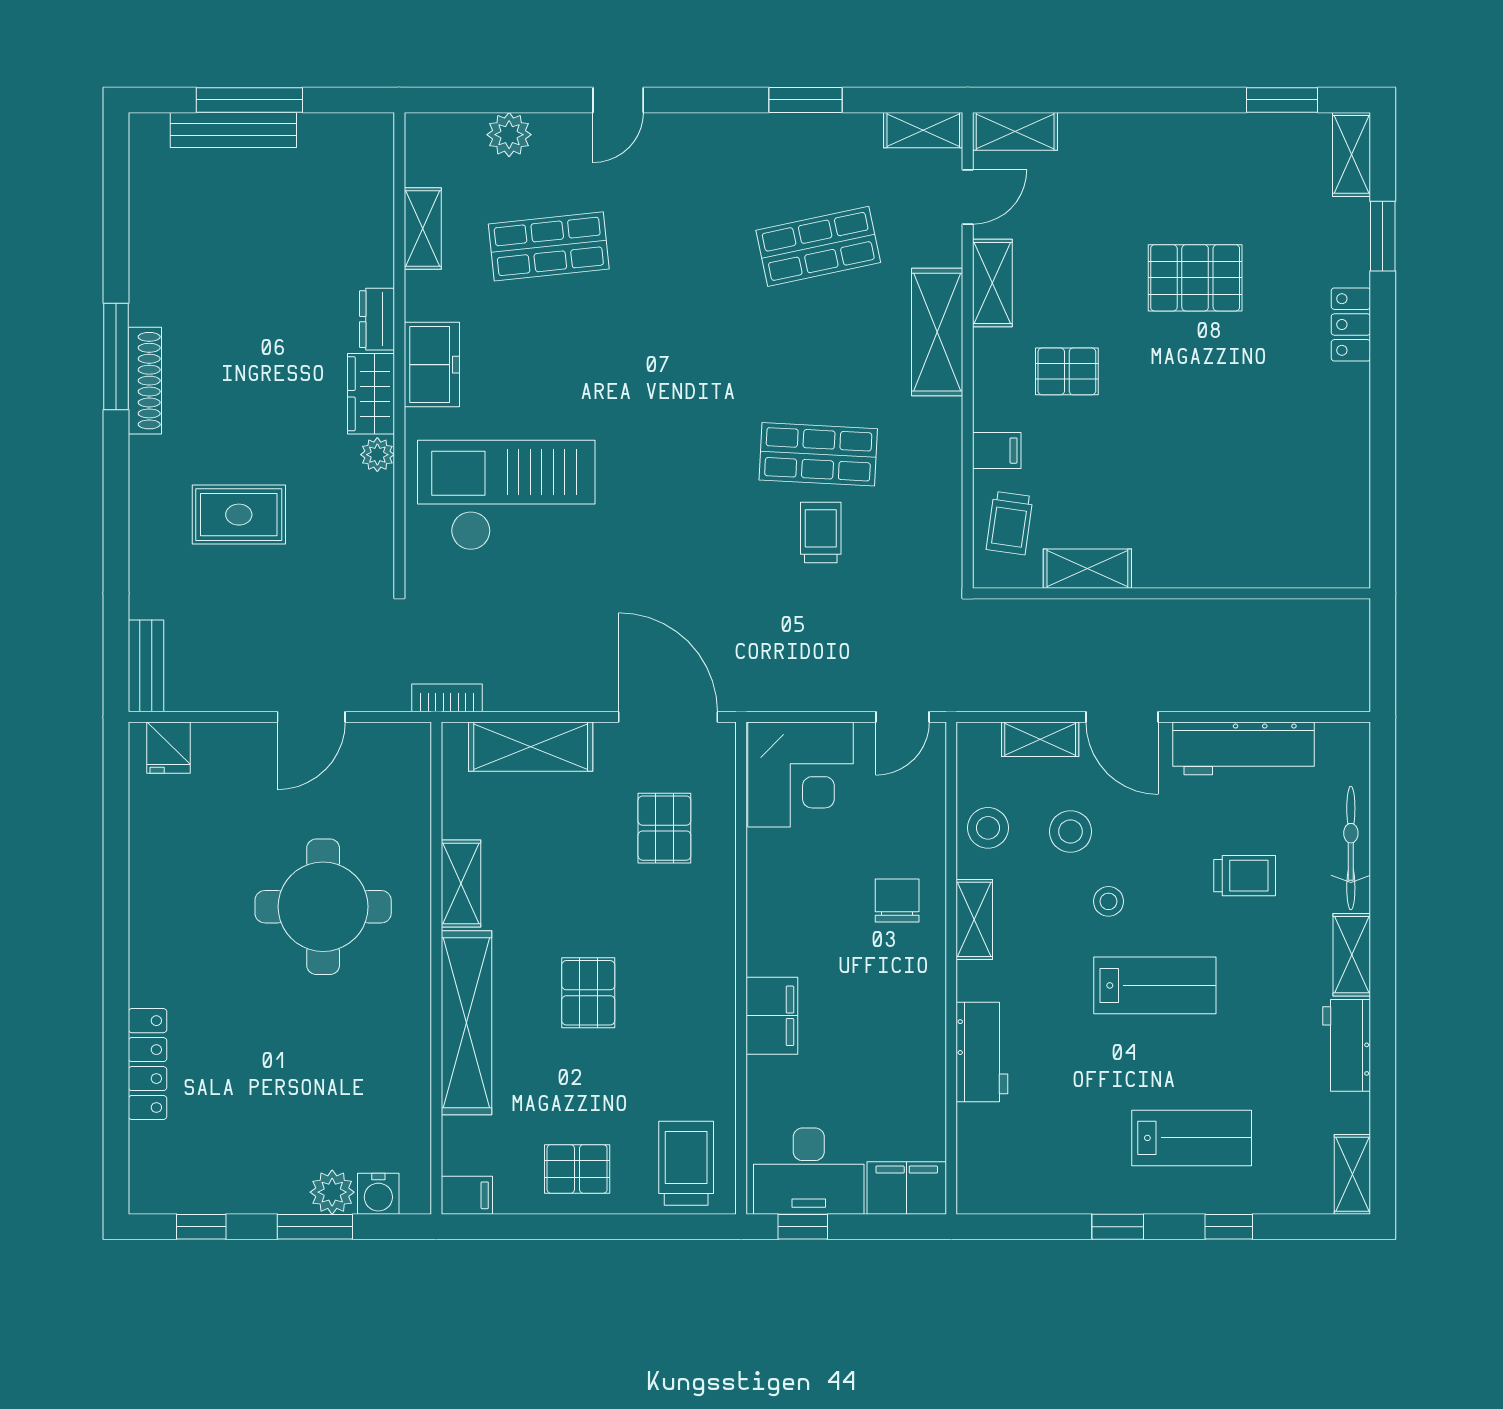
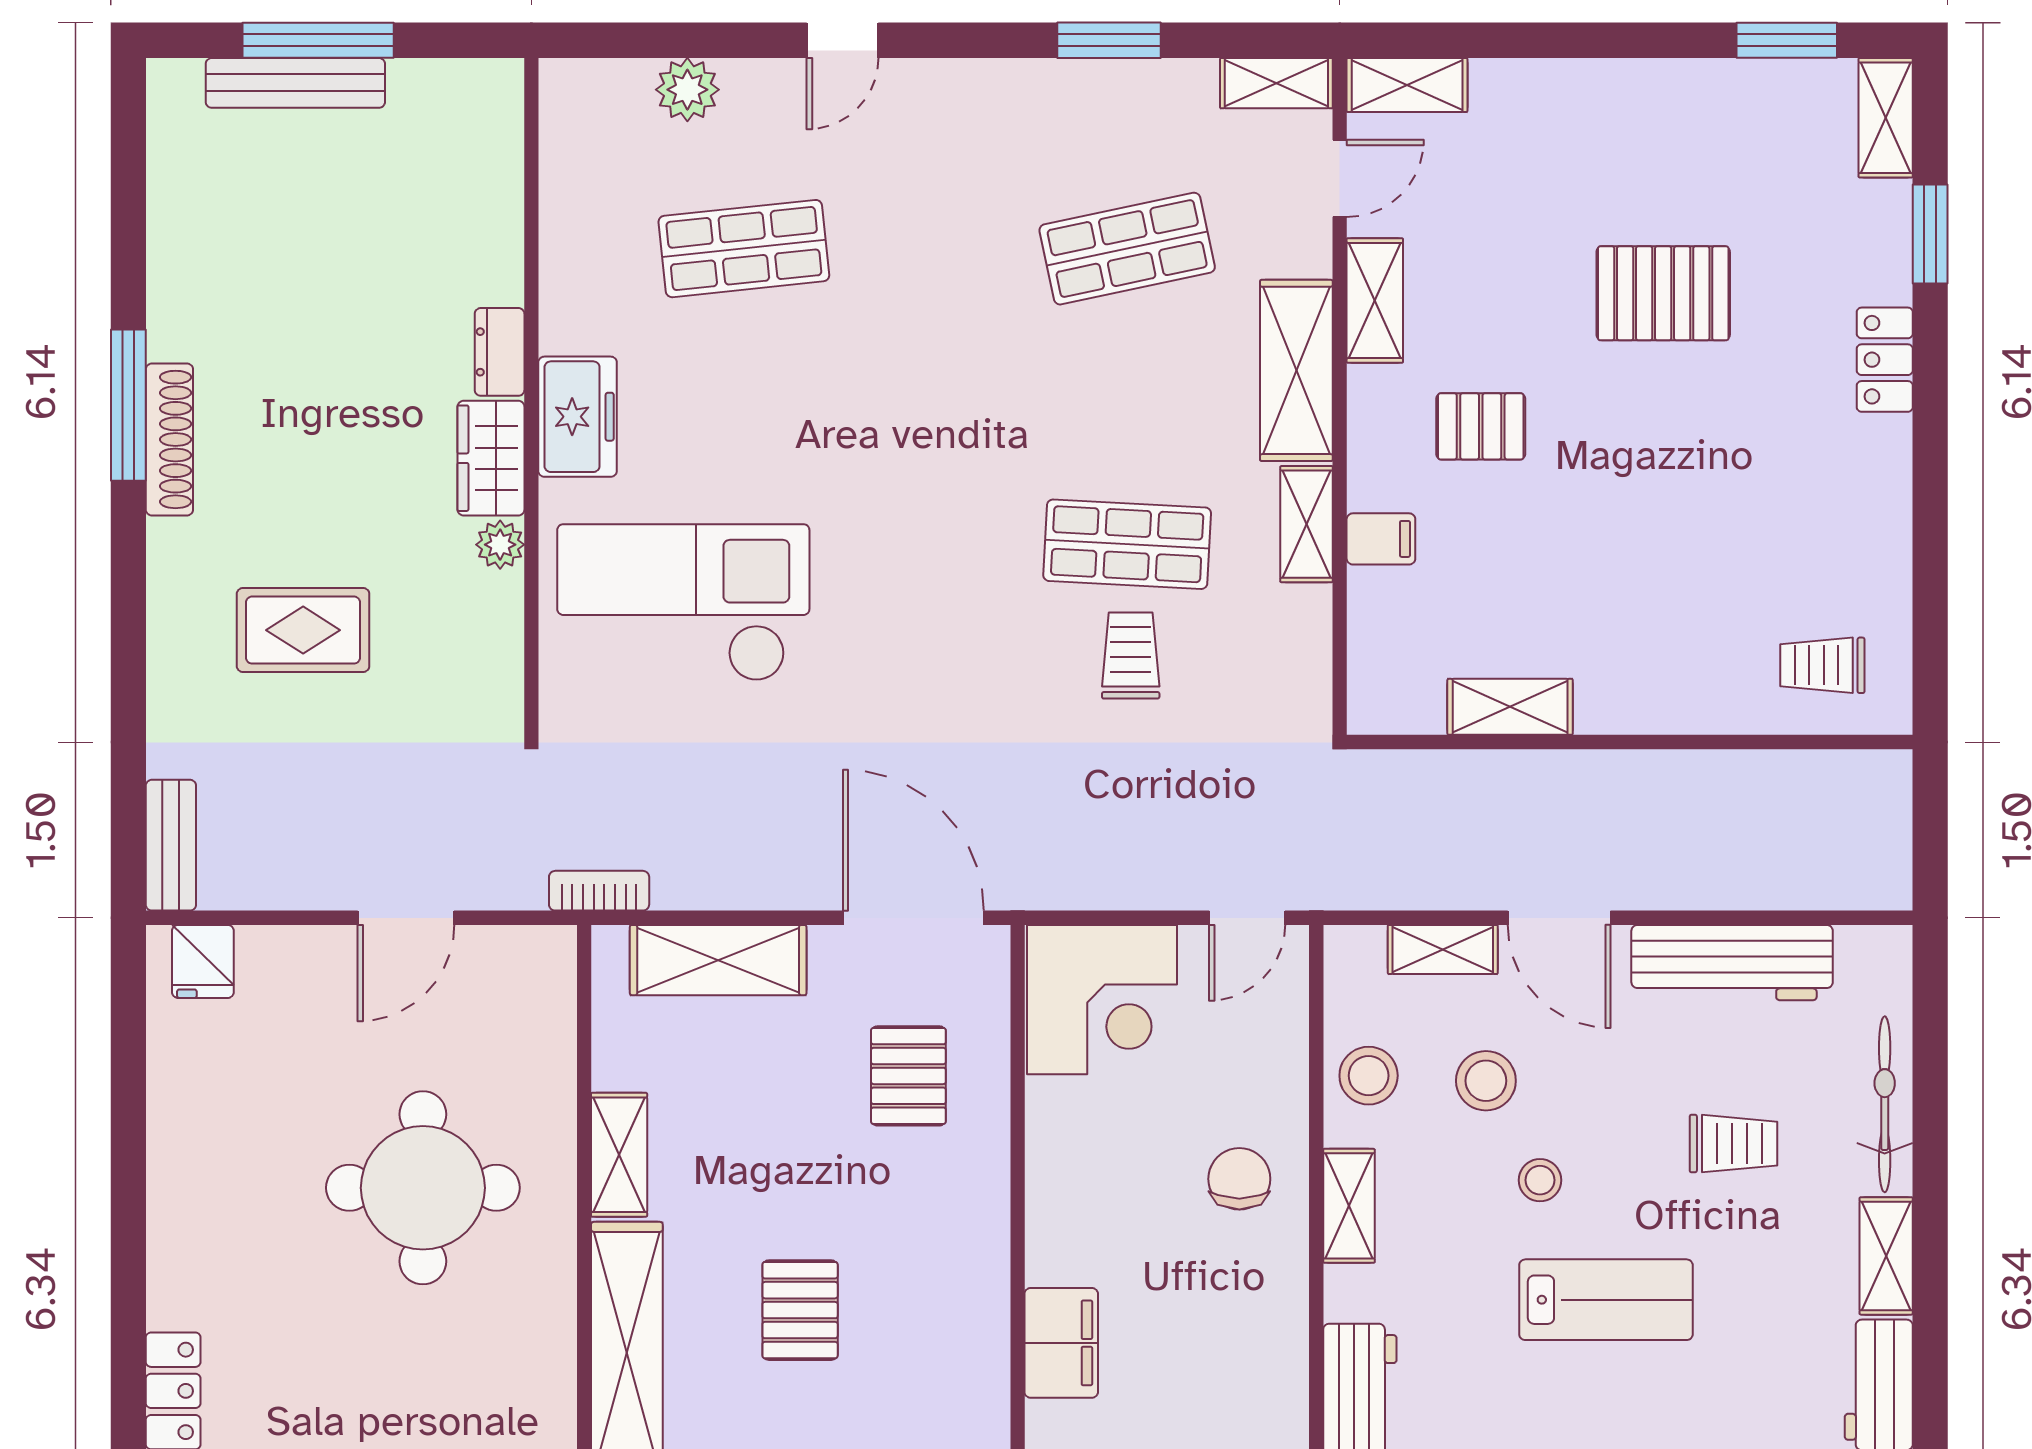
shelving: (423, 228) -> (1306, 524), moved
trolley: (1010, 523) -> (1822, 665), moved, turned 82

